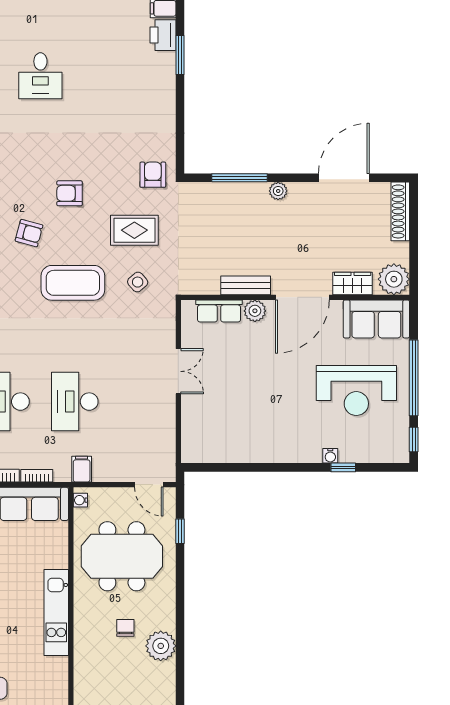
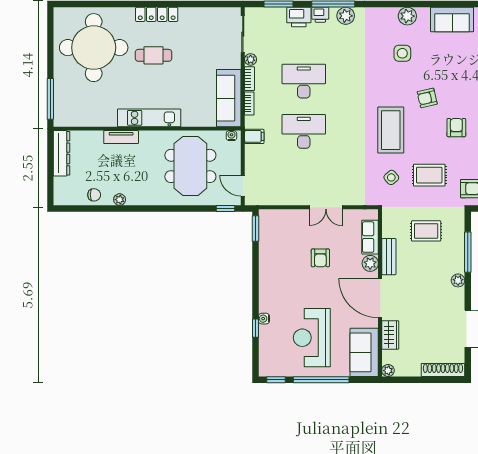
rug: (134, 230) -> (429, 175), turned 90
armchair: (29, 233) -> (427, 98), turned 62
rug: (211, 234) -> (426, 231), added
plant: (394, 279) -> (388, 371), width x0.53, depth x0.53
armchair: (247, 379) -> (320, 258), added
window: (207, 467) -> (255, 229), added
door: (149, 485) -> (243, 186), hinge flipped
window: (180, 531) -> (226, 209), moved
chair: (125, 628) -> (94, 195), moved
plant: (161, 646) -> (120, 200), width x0.53, depth x0.53
tv unit: (82, 651) -> (121, 137), added

